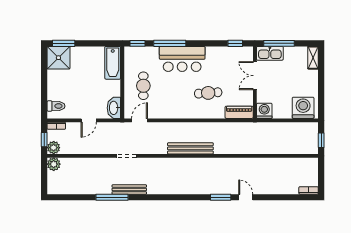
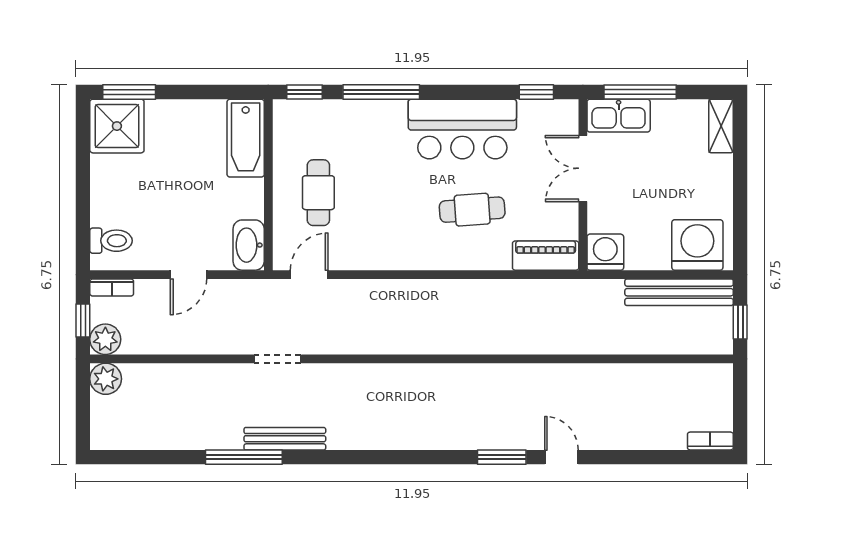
bar counter: (182, 59) -> (462, 129), moved
bench: (190, 148) -> (679, 292), moved

